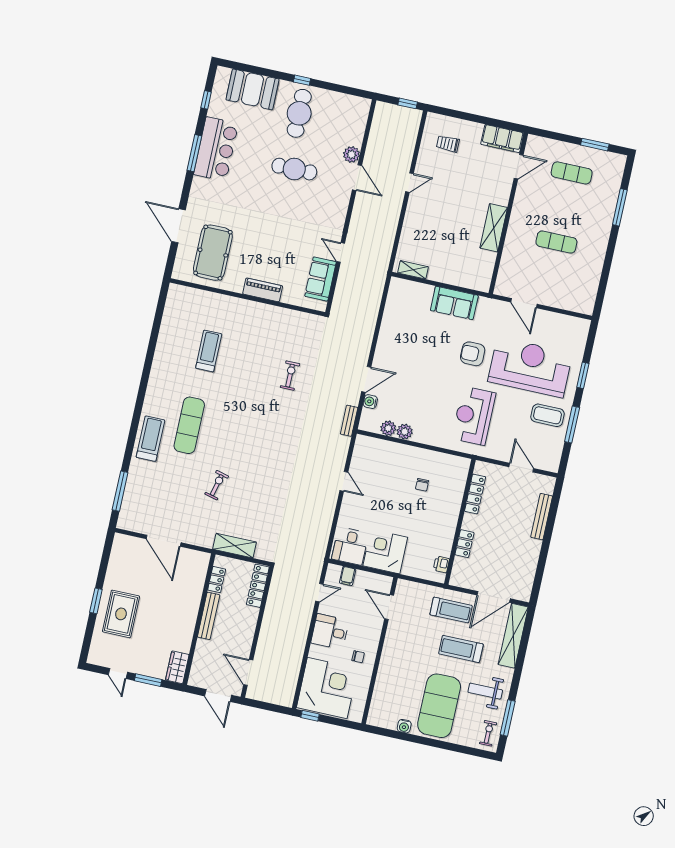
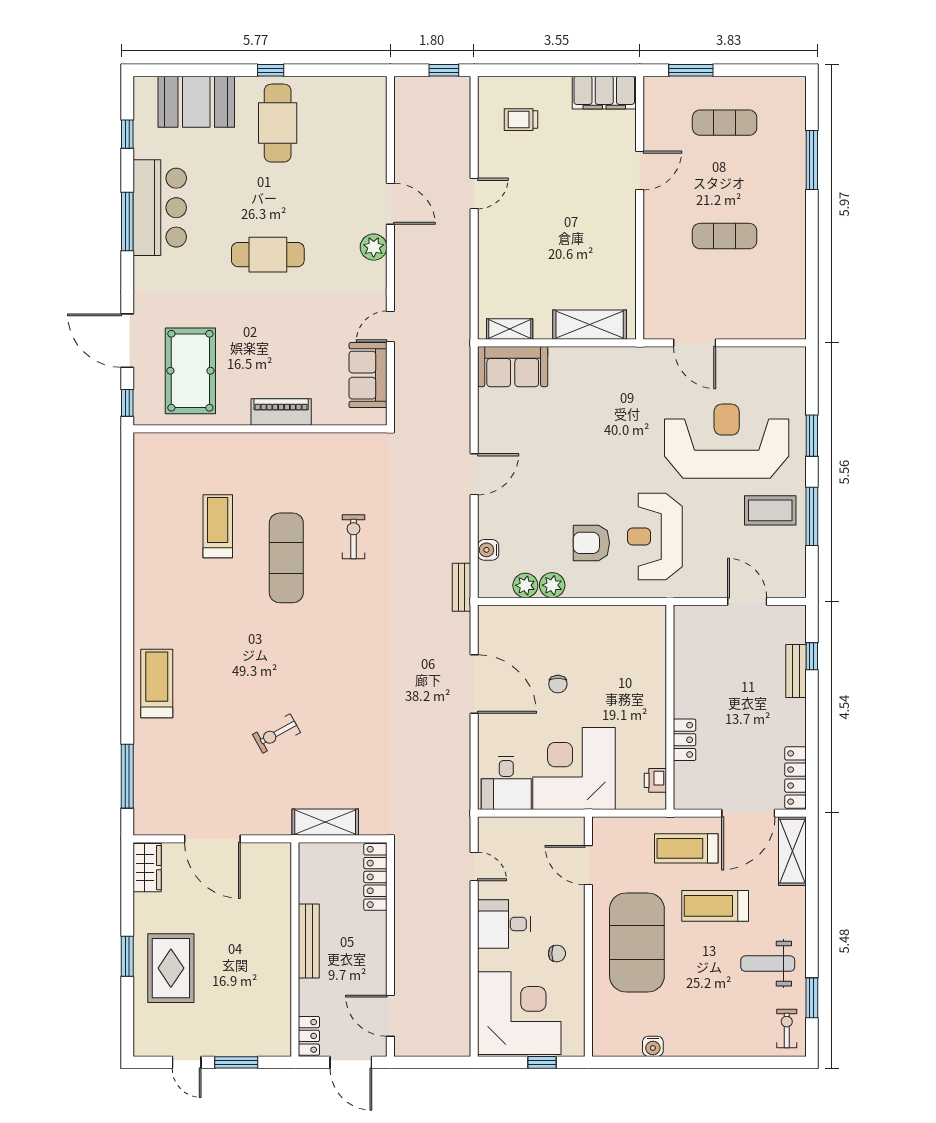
window: (595, 145) -> (691, 70), moved
plant: (351, 154) -> (374, 247), moved
door: (519, 167) -> (640, 171), moved
cafe table: (294, 169) -> (268, 255), moved
shelving: (494, 228) -> (590, 325), moved, turned 90
door: (341, 252) -> (390, 327), hinge flipped
window: (170, 264) -> (127, 403), added
sofa: (454, 303) -> (513, 367), moved
armchair: (473, 354) -> (591, 543), moved
door: (366, 379) -> (474, 474), moved
exercise mat: (189, 425) -> (286, 558), moved
door: (344, 481) -> (474, 684), width x1.87
exercise bike: (217, 485) -> (276, 733), turned -133
chair: (422, 485) -> (558, 684), moved
locker: (475, 494) -> (795, 778), moved, turned 180
window: (553, 510) -> (812, 656), added
bench: (542, 517) -> (796, 671), width x0.73
corner desk: (385, 552) -> (574, 769), width x1.36, depth x1.36
filing cabinet: (348, 576) -> (513, 831), removed
locker: (217, 580) -> (309, 1036), moved
door: (319, 593) -> (474, 866), hinge flipped
treadmill: (451, 610) -> (686, 848), turned 180
shelving: (513, 636) -> (792, 851), width x0.68
wardrobe: (177, 667) -> (147, 868), moved, turned 180
exercise mat: (439, 706) -> (637, 942), moved
window: (310, 716) -> (542, 1062), moved
window: (508, 718) -> (812, 998), width x0.69

